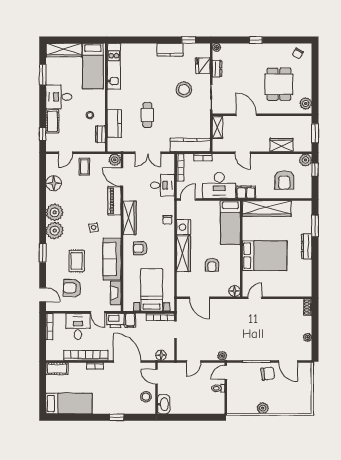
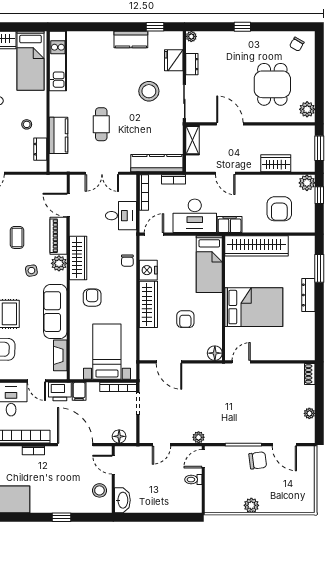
plant: (115, 160) -> (59, 263), moved
coffee table: (84, 167) -> (17, 237), moved
armchair: (140, 248) -> (92, 298), turned 90

